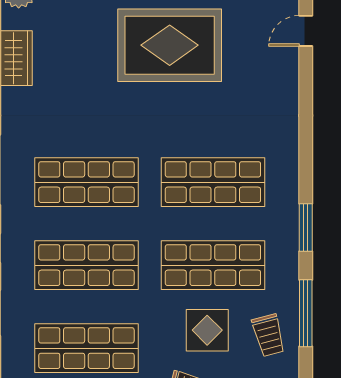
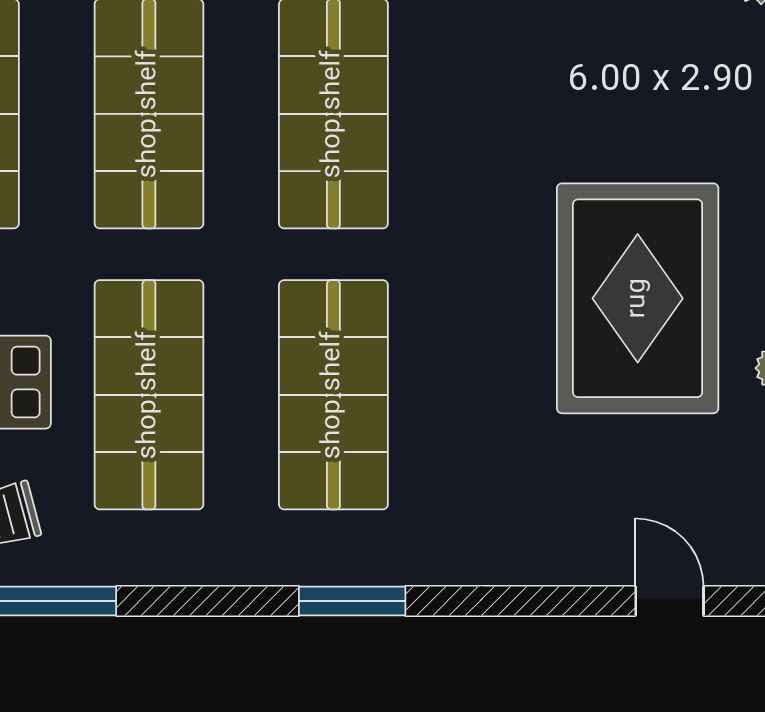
window: (306, 227) -> (352, 601), moved

